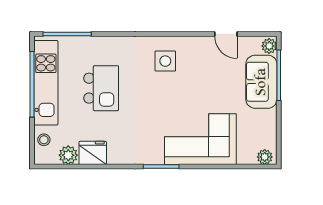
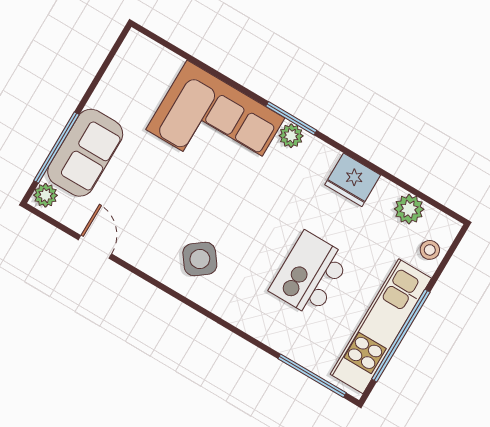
side table: (165, 61) -> (200, 259), turned -37
fridge: (93, 153) -> (353, 180), moved
plant: (265, 157) -> (291, 136), moved

